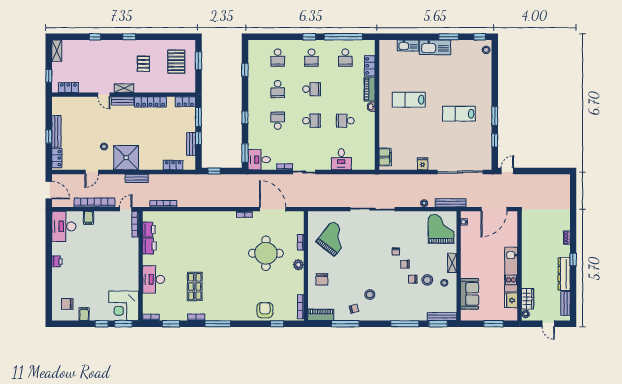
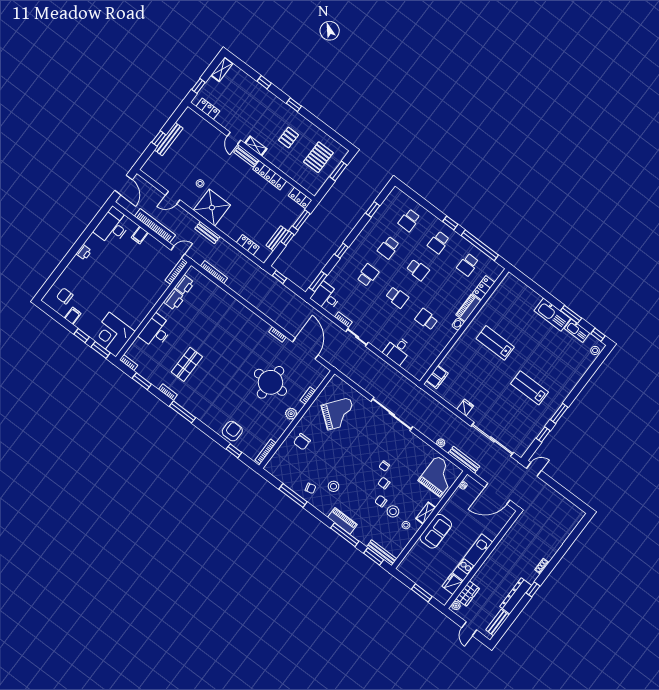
kitchen sink: (408, 45) -> (577, 331), moved
locker: (57, 158) -> (152, 163), removed
sofa: (470, 294) -> (436, 531), moved
piano: (321, 315) -> (342, 521), moved

